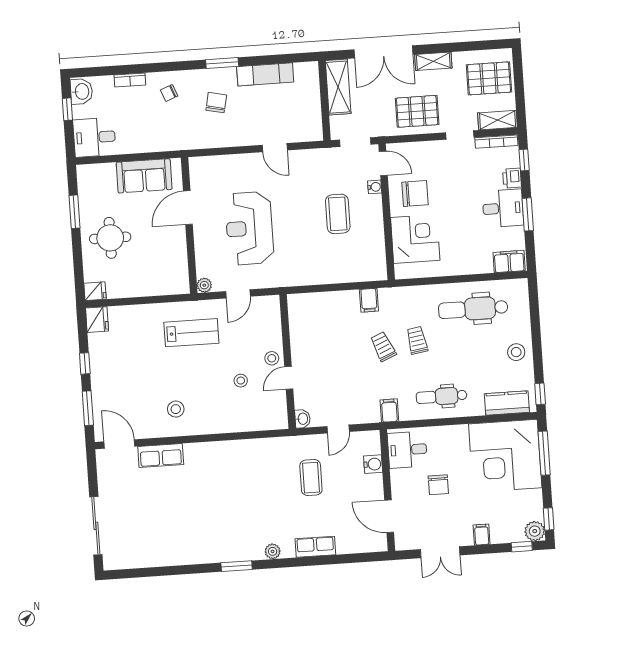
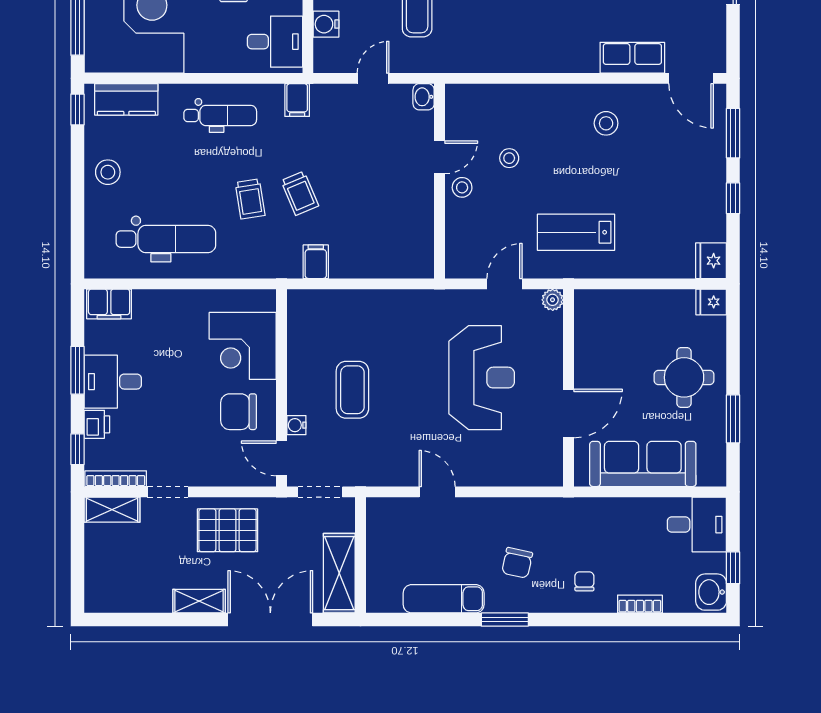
pallet: (489, 78) -> (120, 571), removed
chair: (169, 93) -> (584, 581), turned -69
sofa: (144, 176) -> (643, 464), width x1.36

